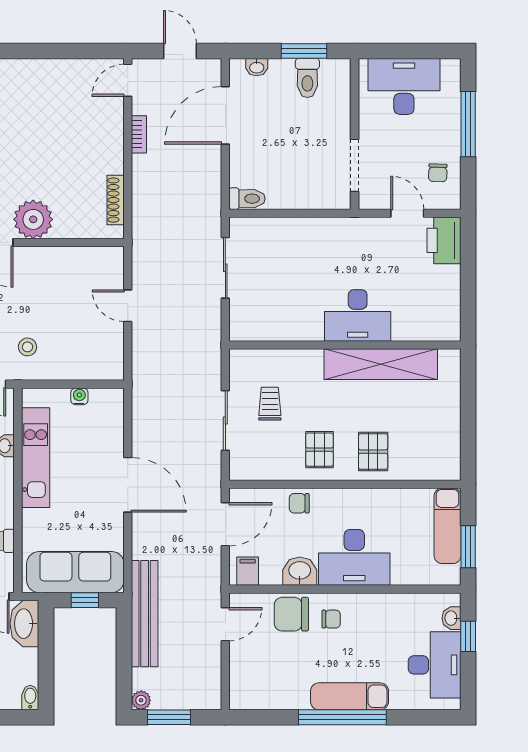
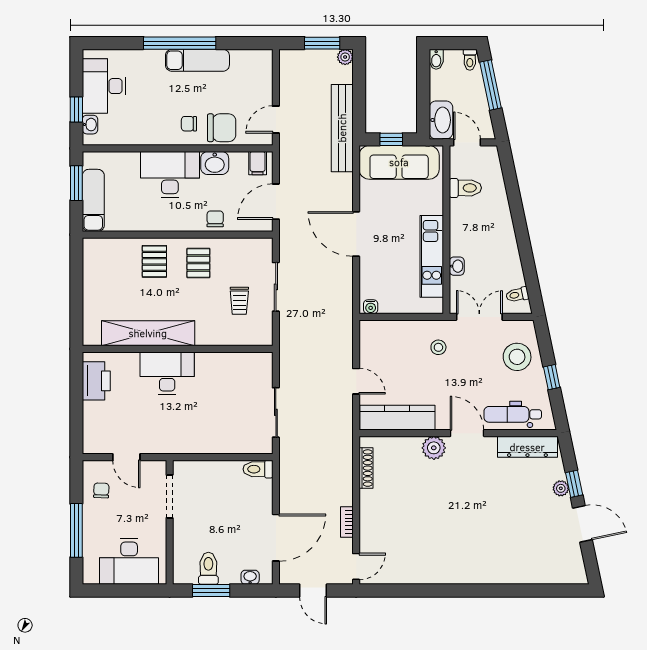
plant: (33, 219) -> (434, 448), width x0.73, depth x0.73
printer: (444, 240) -> (96, 381), moved
kitchen counter: (77, 261) -> (397, 418), added
water cooler: (79, 396) -> (371, 307), moved
chair: (299, 503) -> (215, 219), turned -90
exam couch: (350, 696) -> (197, 60), moved

